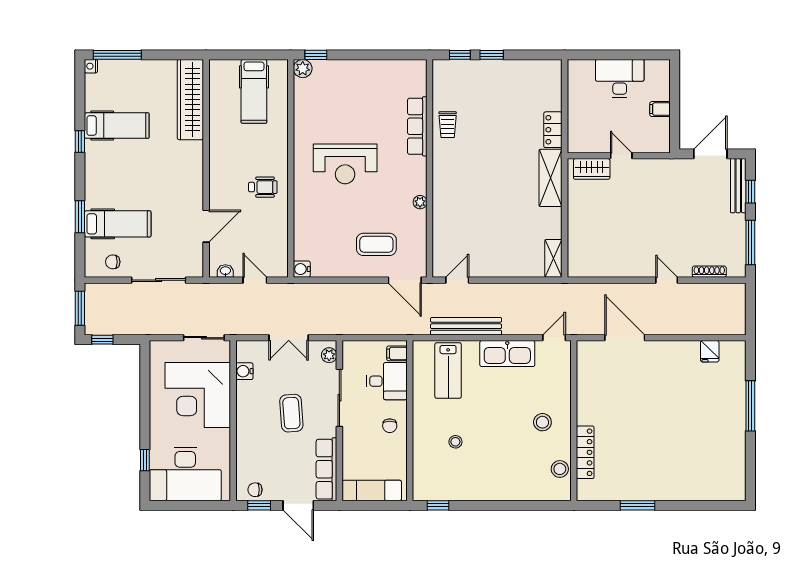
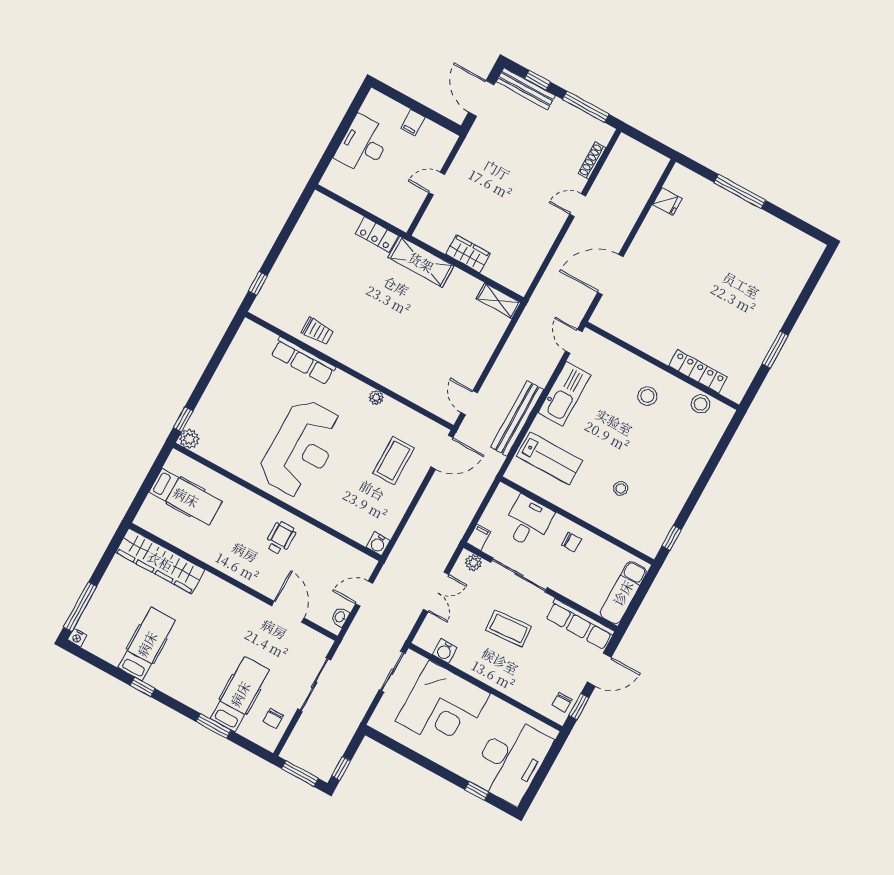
window: (492, 55) -> (274, 253), removed
reception desk: (345, 164) -> (301, 448), width x1.36, depth x1.30
wardrobe: (592, 169) -> (468, 254), moved, turned -90
filing cabinet: (397, 353) -> (479, 537), moved, turned 180

